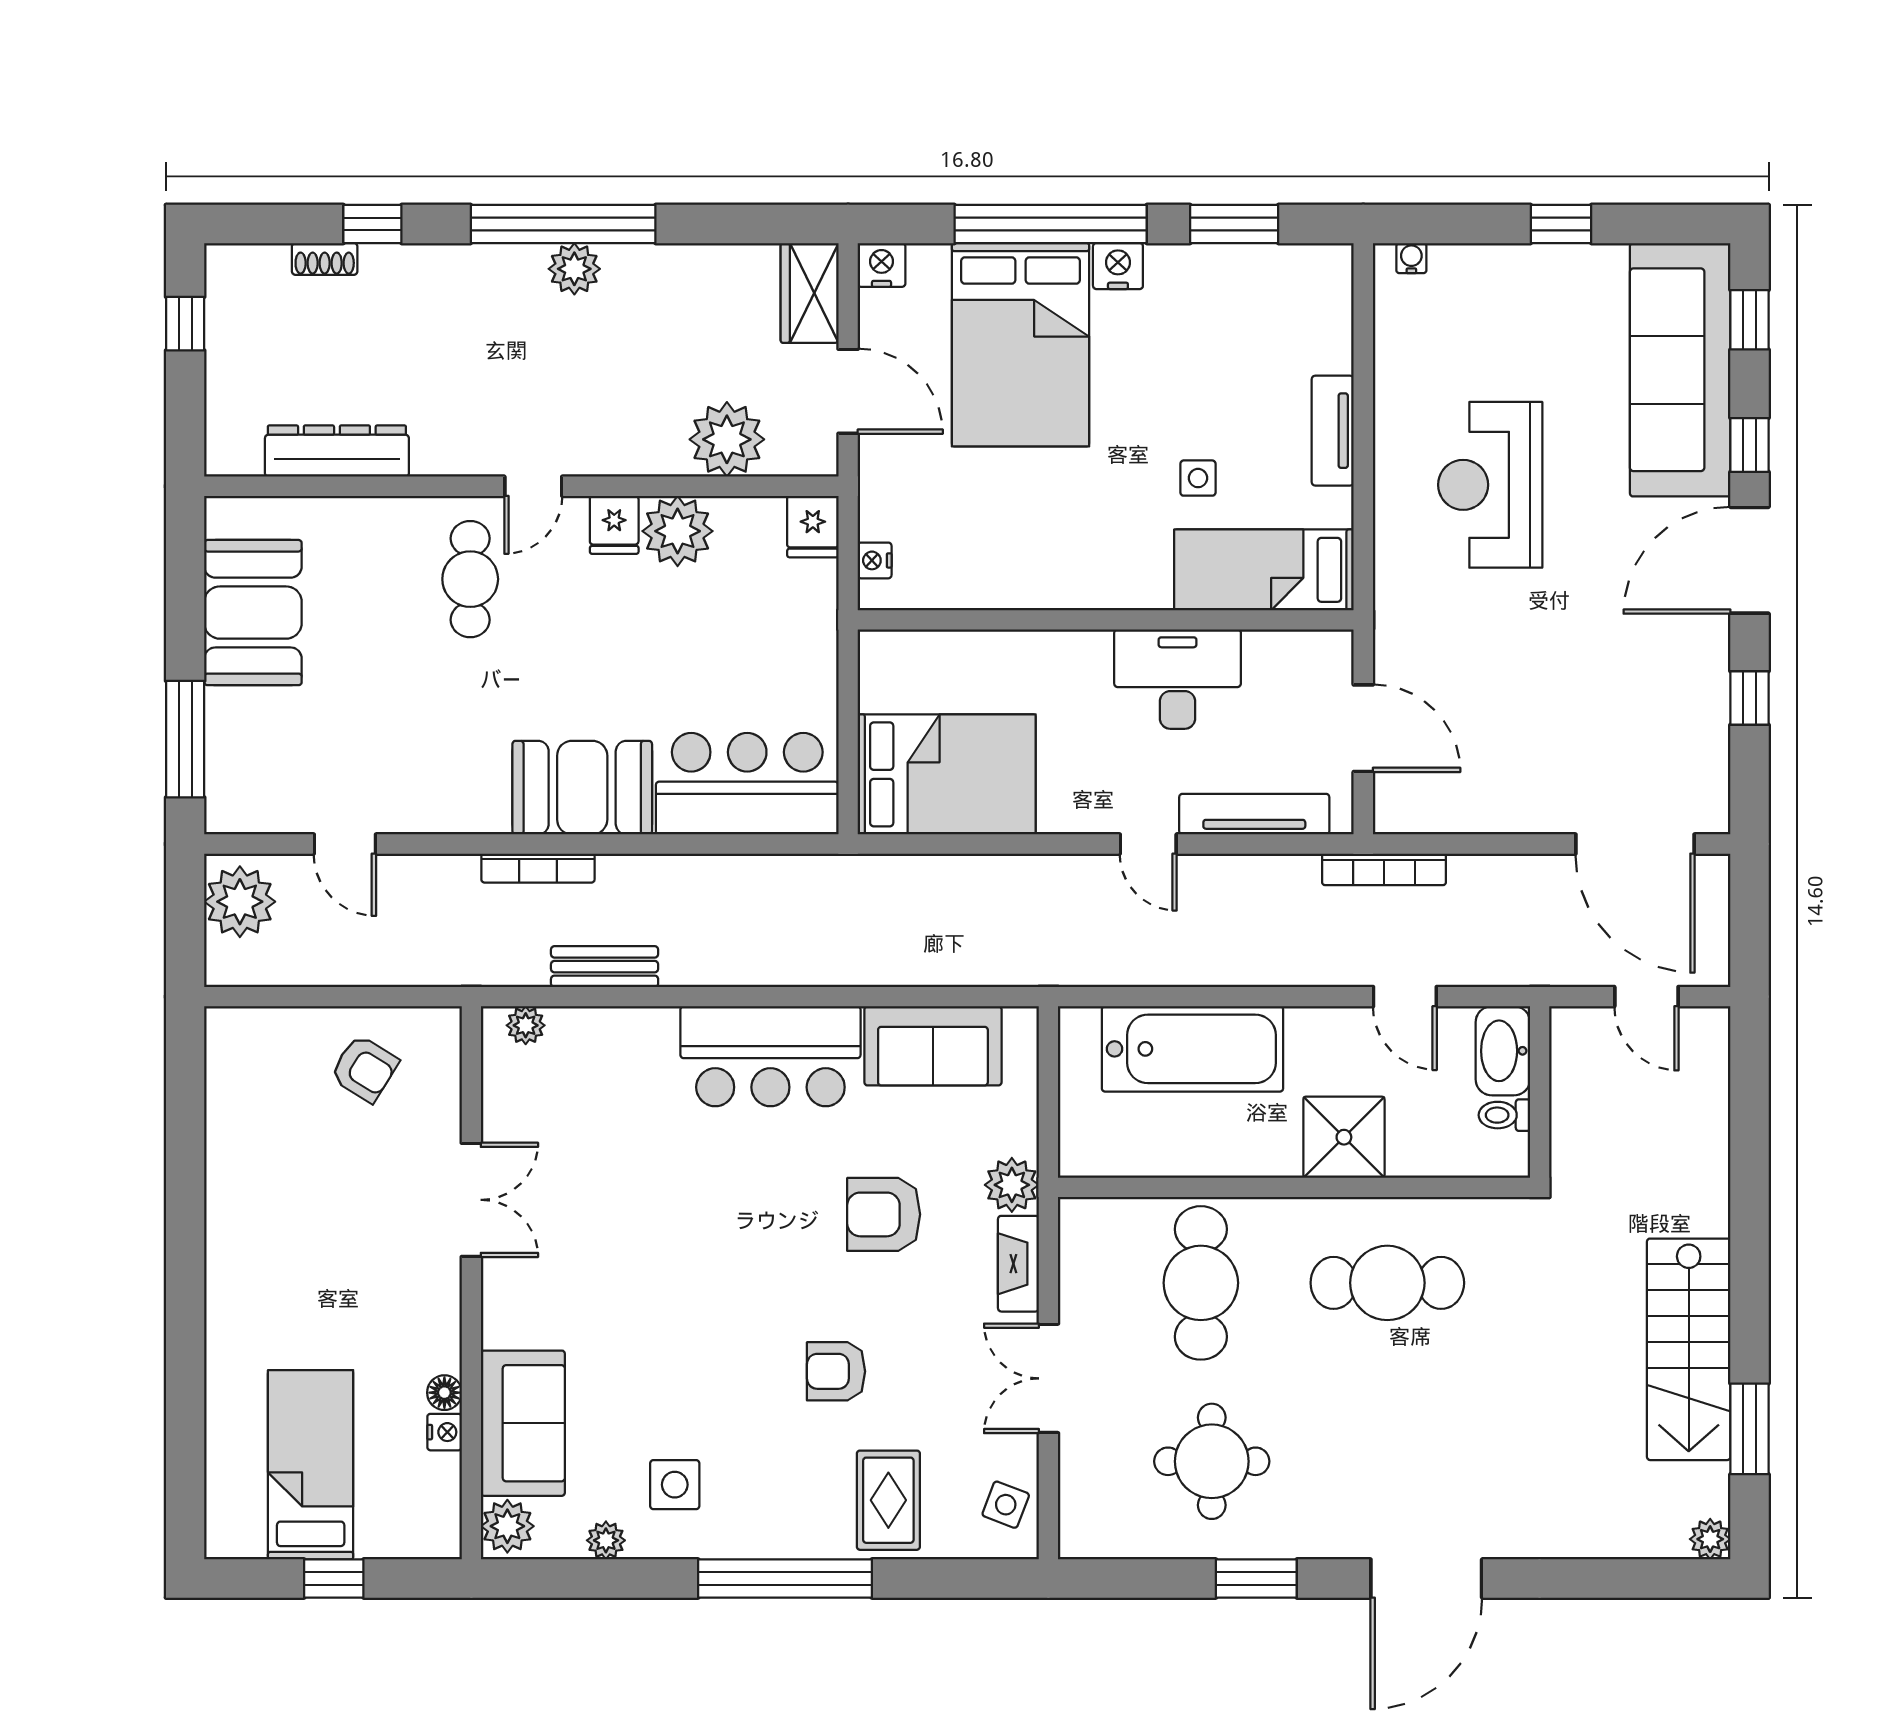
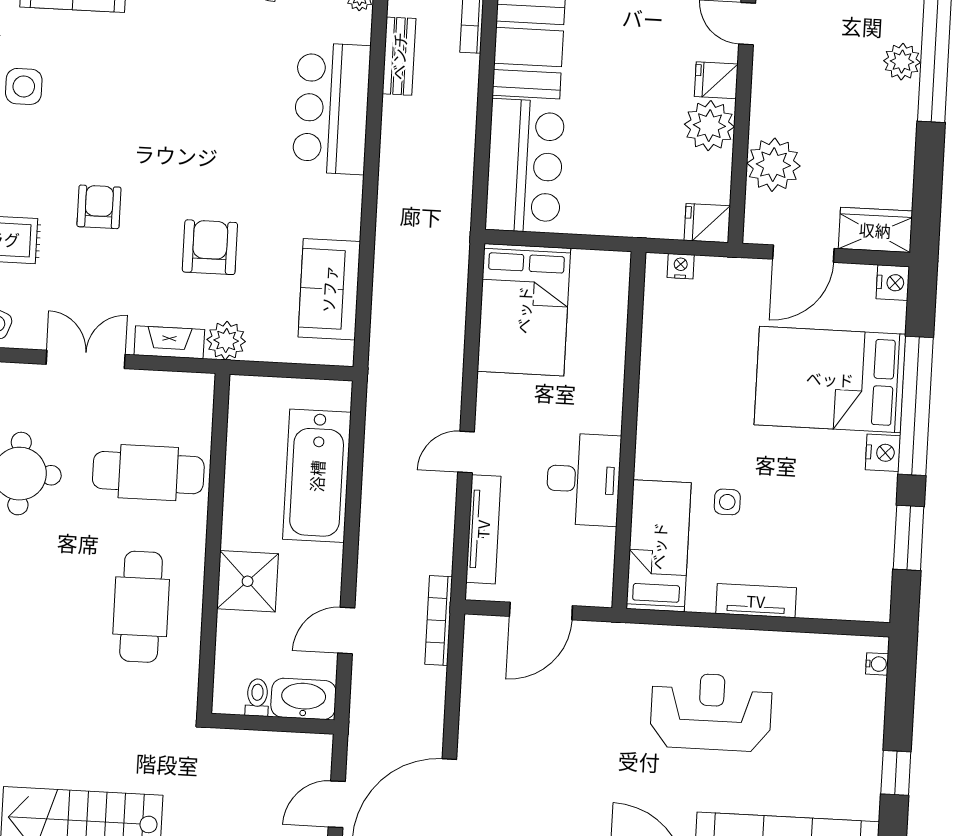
bar counter: (770, 1056) -> (332, 109), moved

